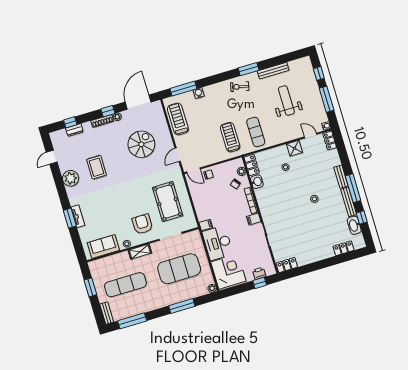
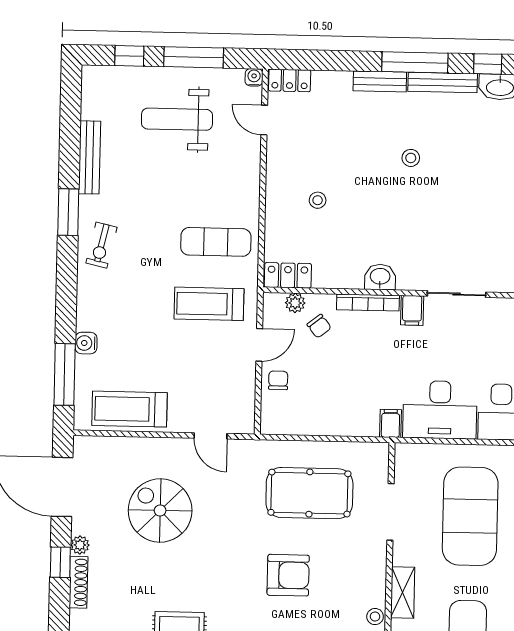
weight bench: (286, 100) -> (177, 119), moved
door: (311, 136) -> (264, 120), hinge flipped
shower: (295, 148) -> (281, 166), removed
door: (193, 170) -> (259, 345), moved
washbasin: (257, 182) -> (380, 277), moved
armchair: (142, 224) -> (288, 575), moved, turned 180

